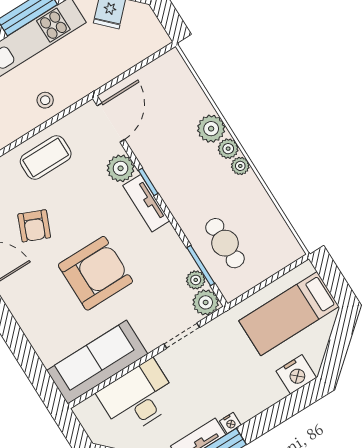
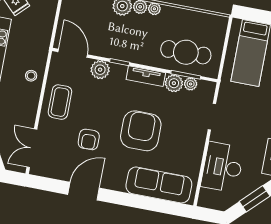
tv unit: (146, 203) -> (146, 76), moved
armchair: (34, 226) -> (89, 139), turned 66
cafe table: (225, 243) -> (186, 52), width x1.37, depth x1.35
plant: (206, 302) -> (174, 83), moved
sofa: (97, 362) -> (159, 185), moved, turned 90

